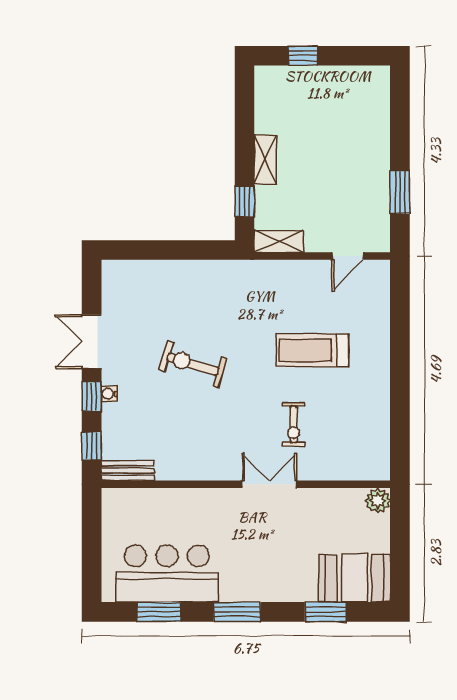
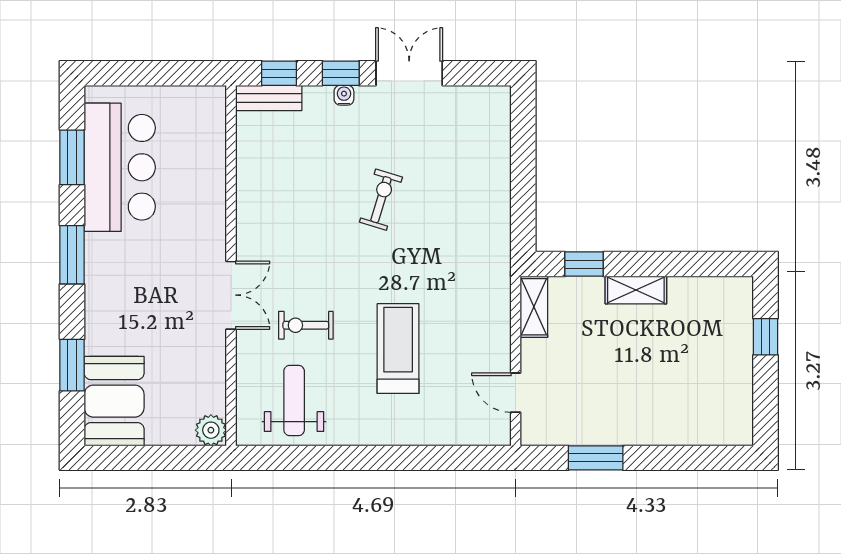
exercise bike: (193, 364) -> (381, 200), width x0.73, depth x0.72
weight bench: (354, 434) -> (294, 400), added
bench: (128, 471) -> (269, 98), moved, turned 90

